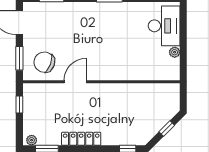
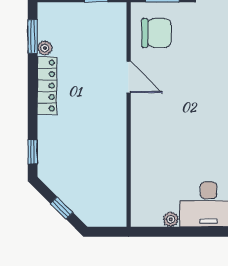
chair: (44, 62) -> (157, 33), turned 70
plant: (32, 140) -> (45, 48), moved

